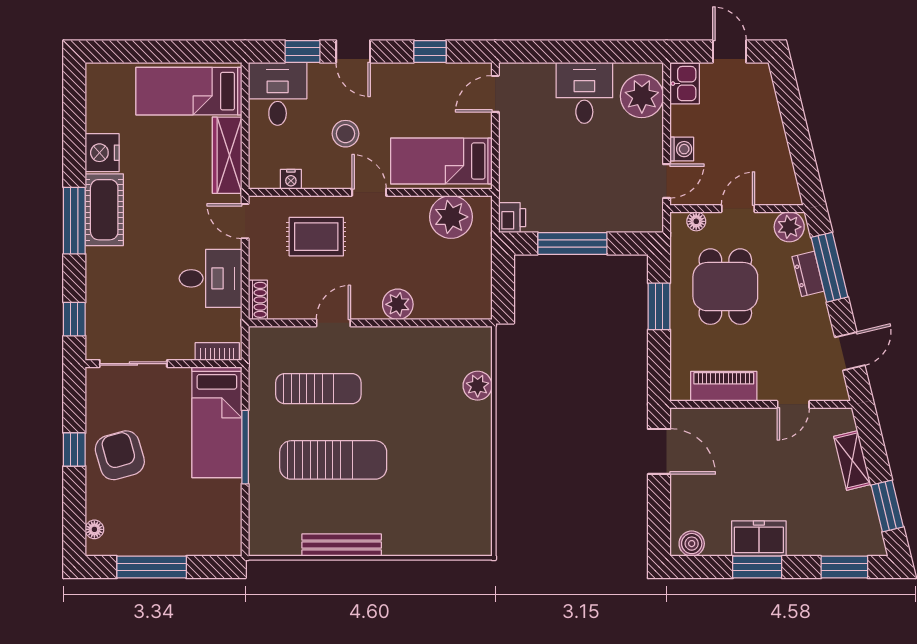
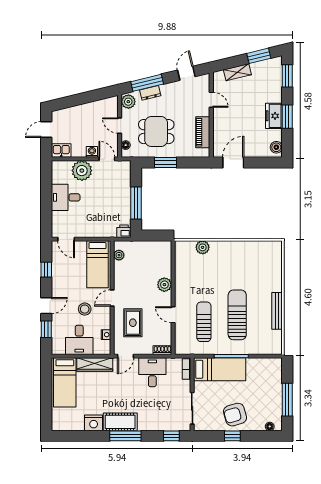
desk: (278, 94) -> (79, 340), moved, turned -90
plant: (642, 96) -> (82, 171), moved
plant: (451, 217) -> (119, 255), width x0.53, depth x0.53
door: (850, 351) -> (186, 73), hinge flipped

